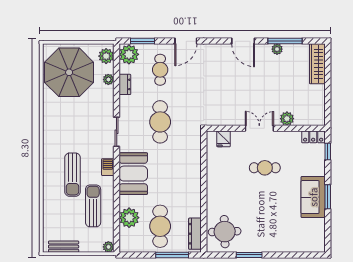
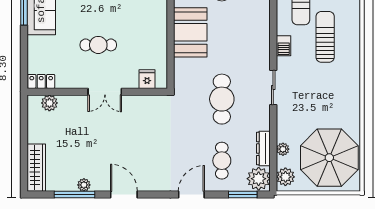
dresser: (125, 84) -> (263, 149), width x1.44
plant: (287, 119) -> (49, 103), moved
window: (328, 152) -> (24, 64), removed
booth: (133, 174) -> (190, 32), moved

